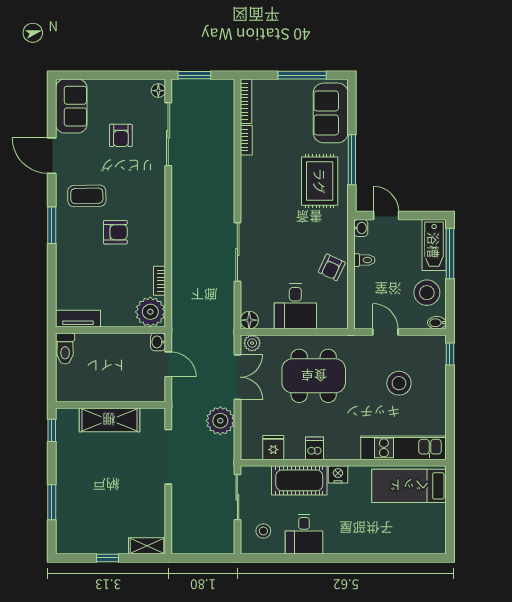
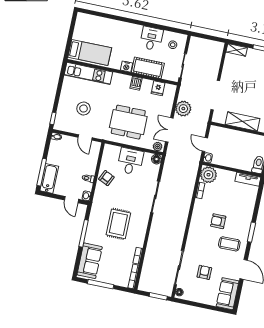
rug: (320, 181) -> (118, 224), moved
stool: (427, 293) -> (58, 154), removed

